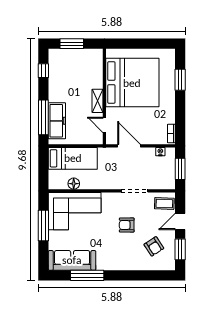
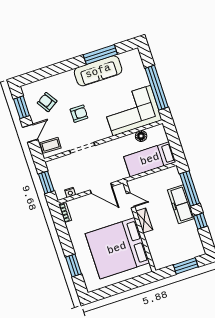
window: (43, 71) -> (200, 221), moved
freezer: (57, 121) -> (181, 204), moved
window: (43, 225) -> (157, 88), width x1.46
sofa: (72, 260) -> (98, 71), moved

